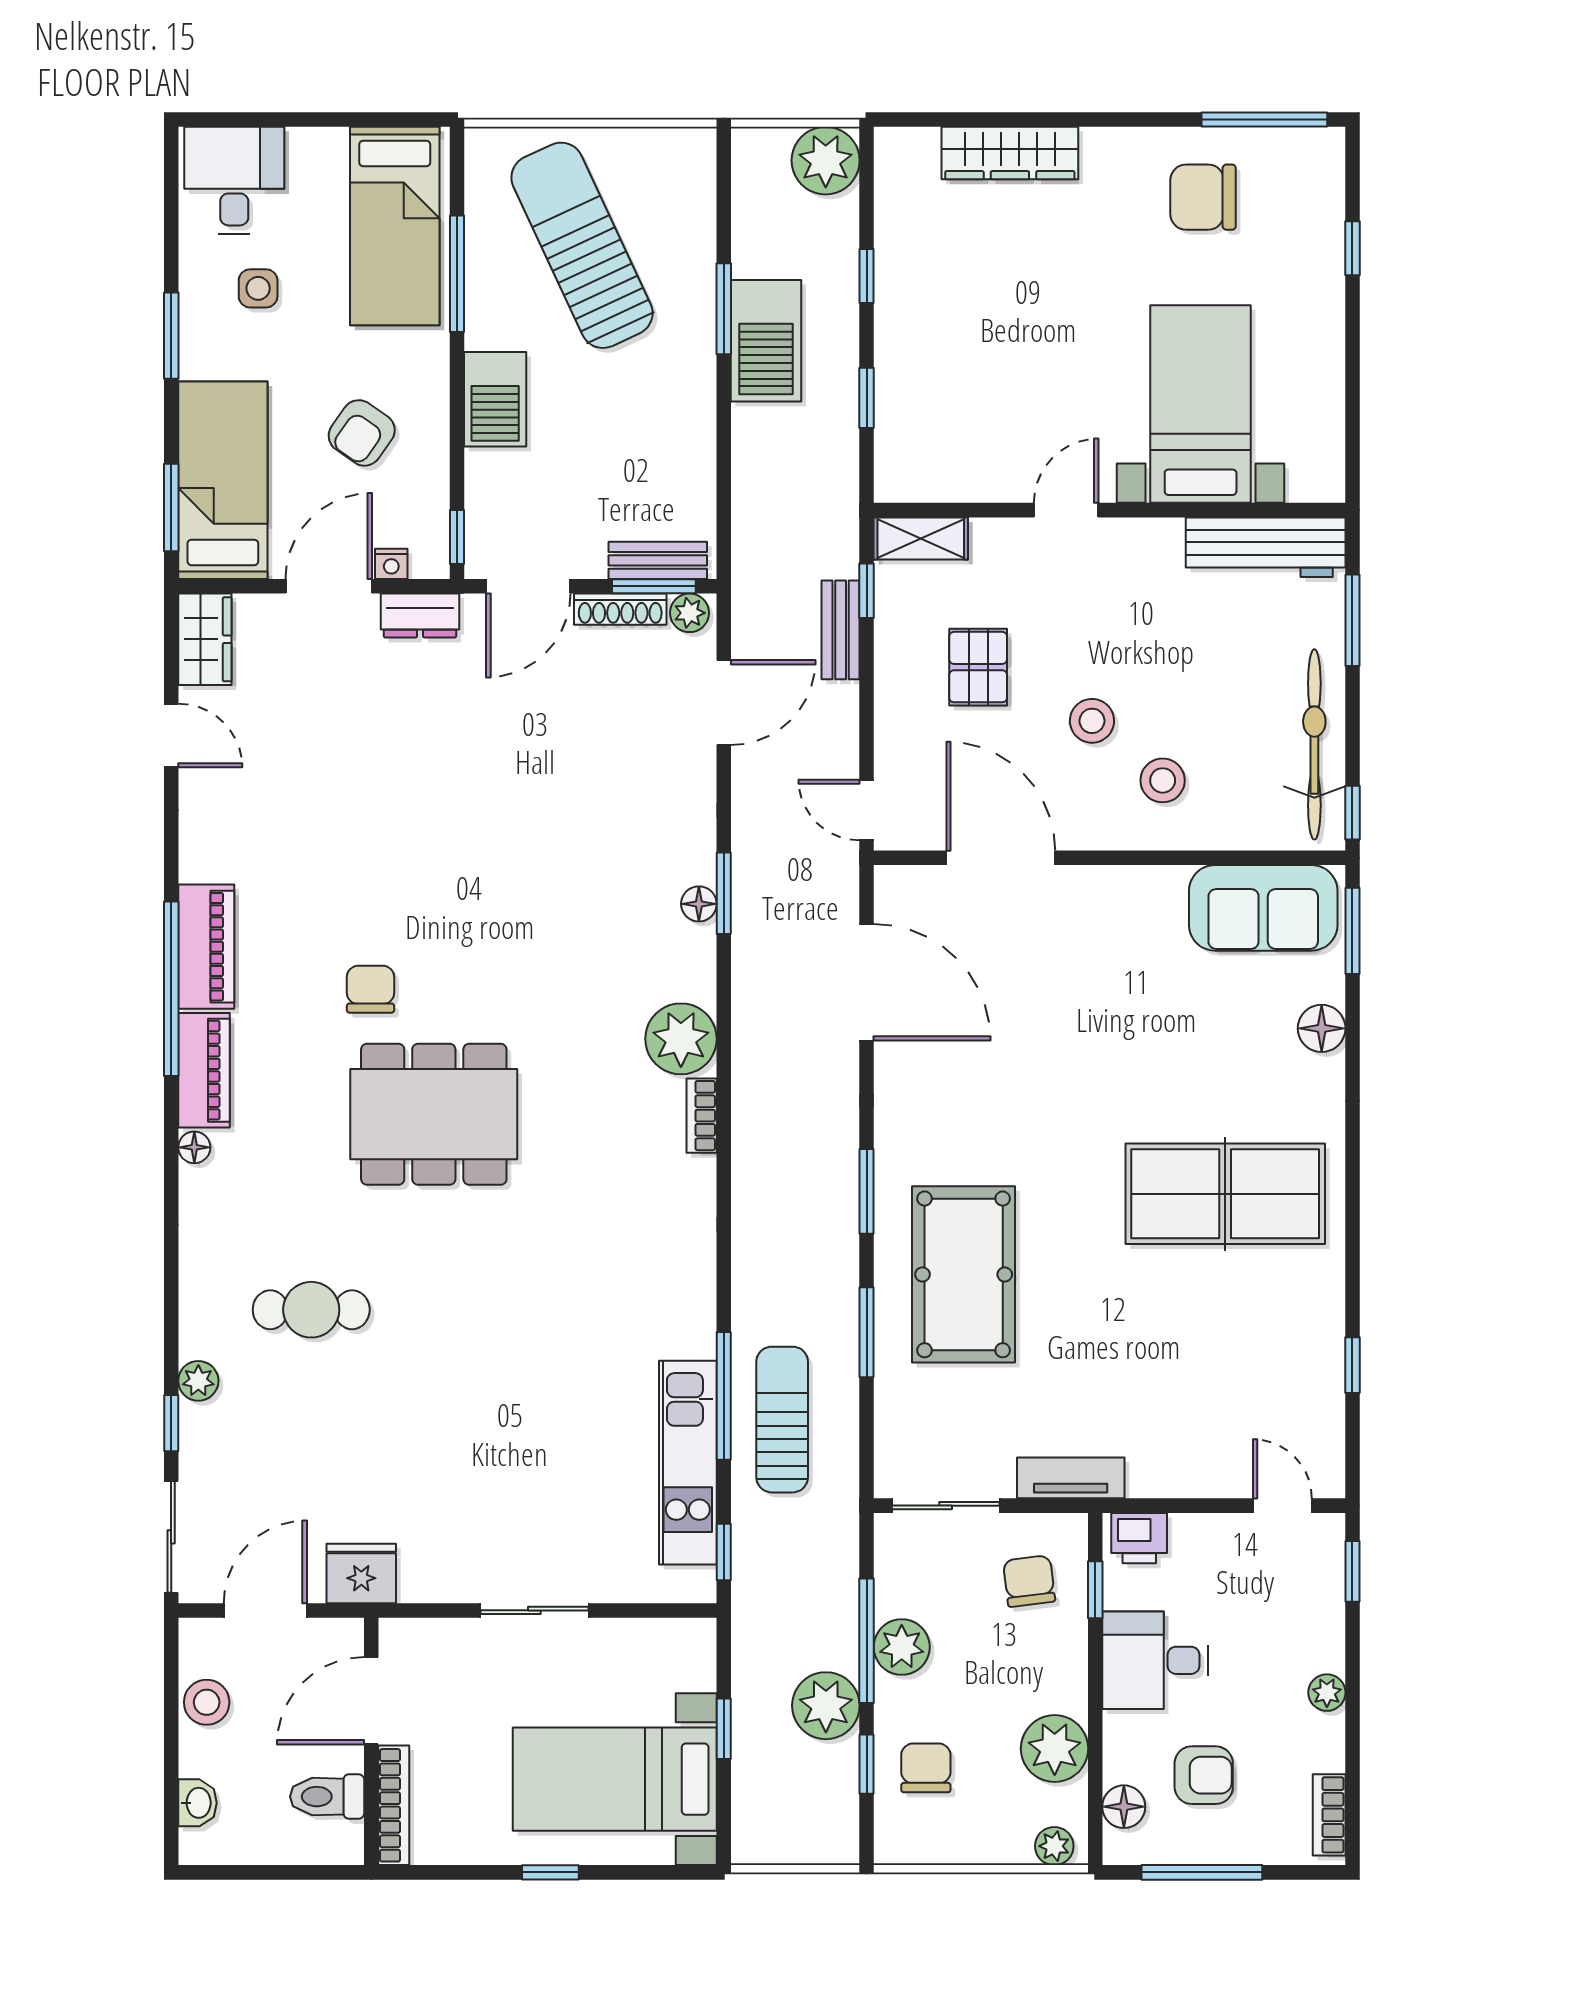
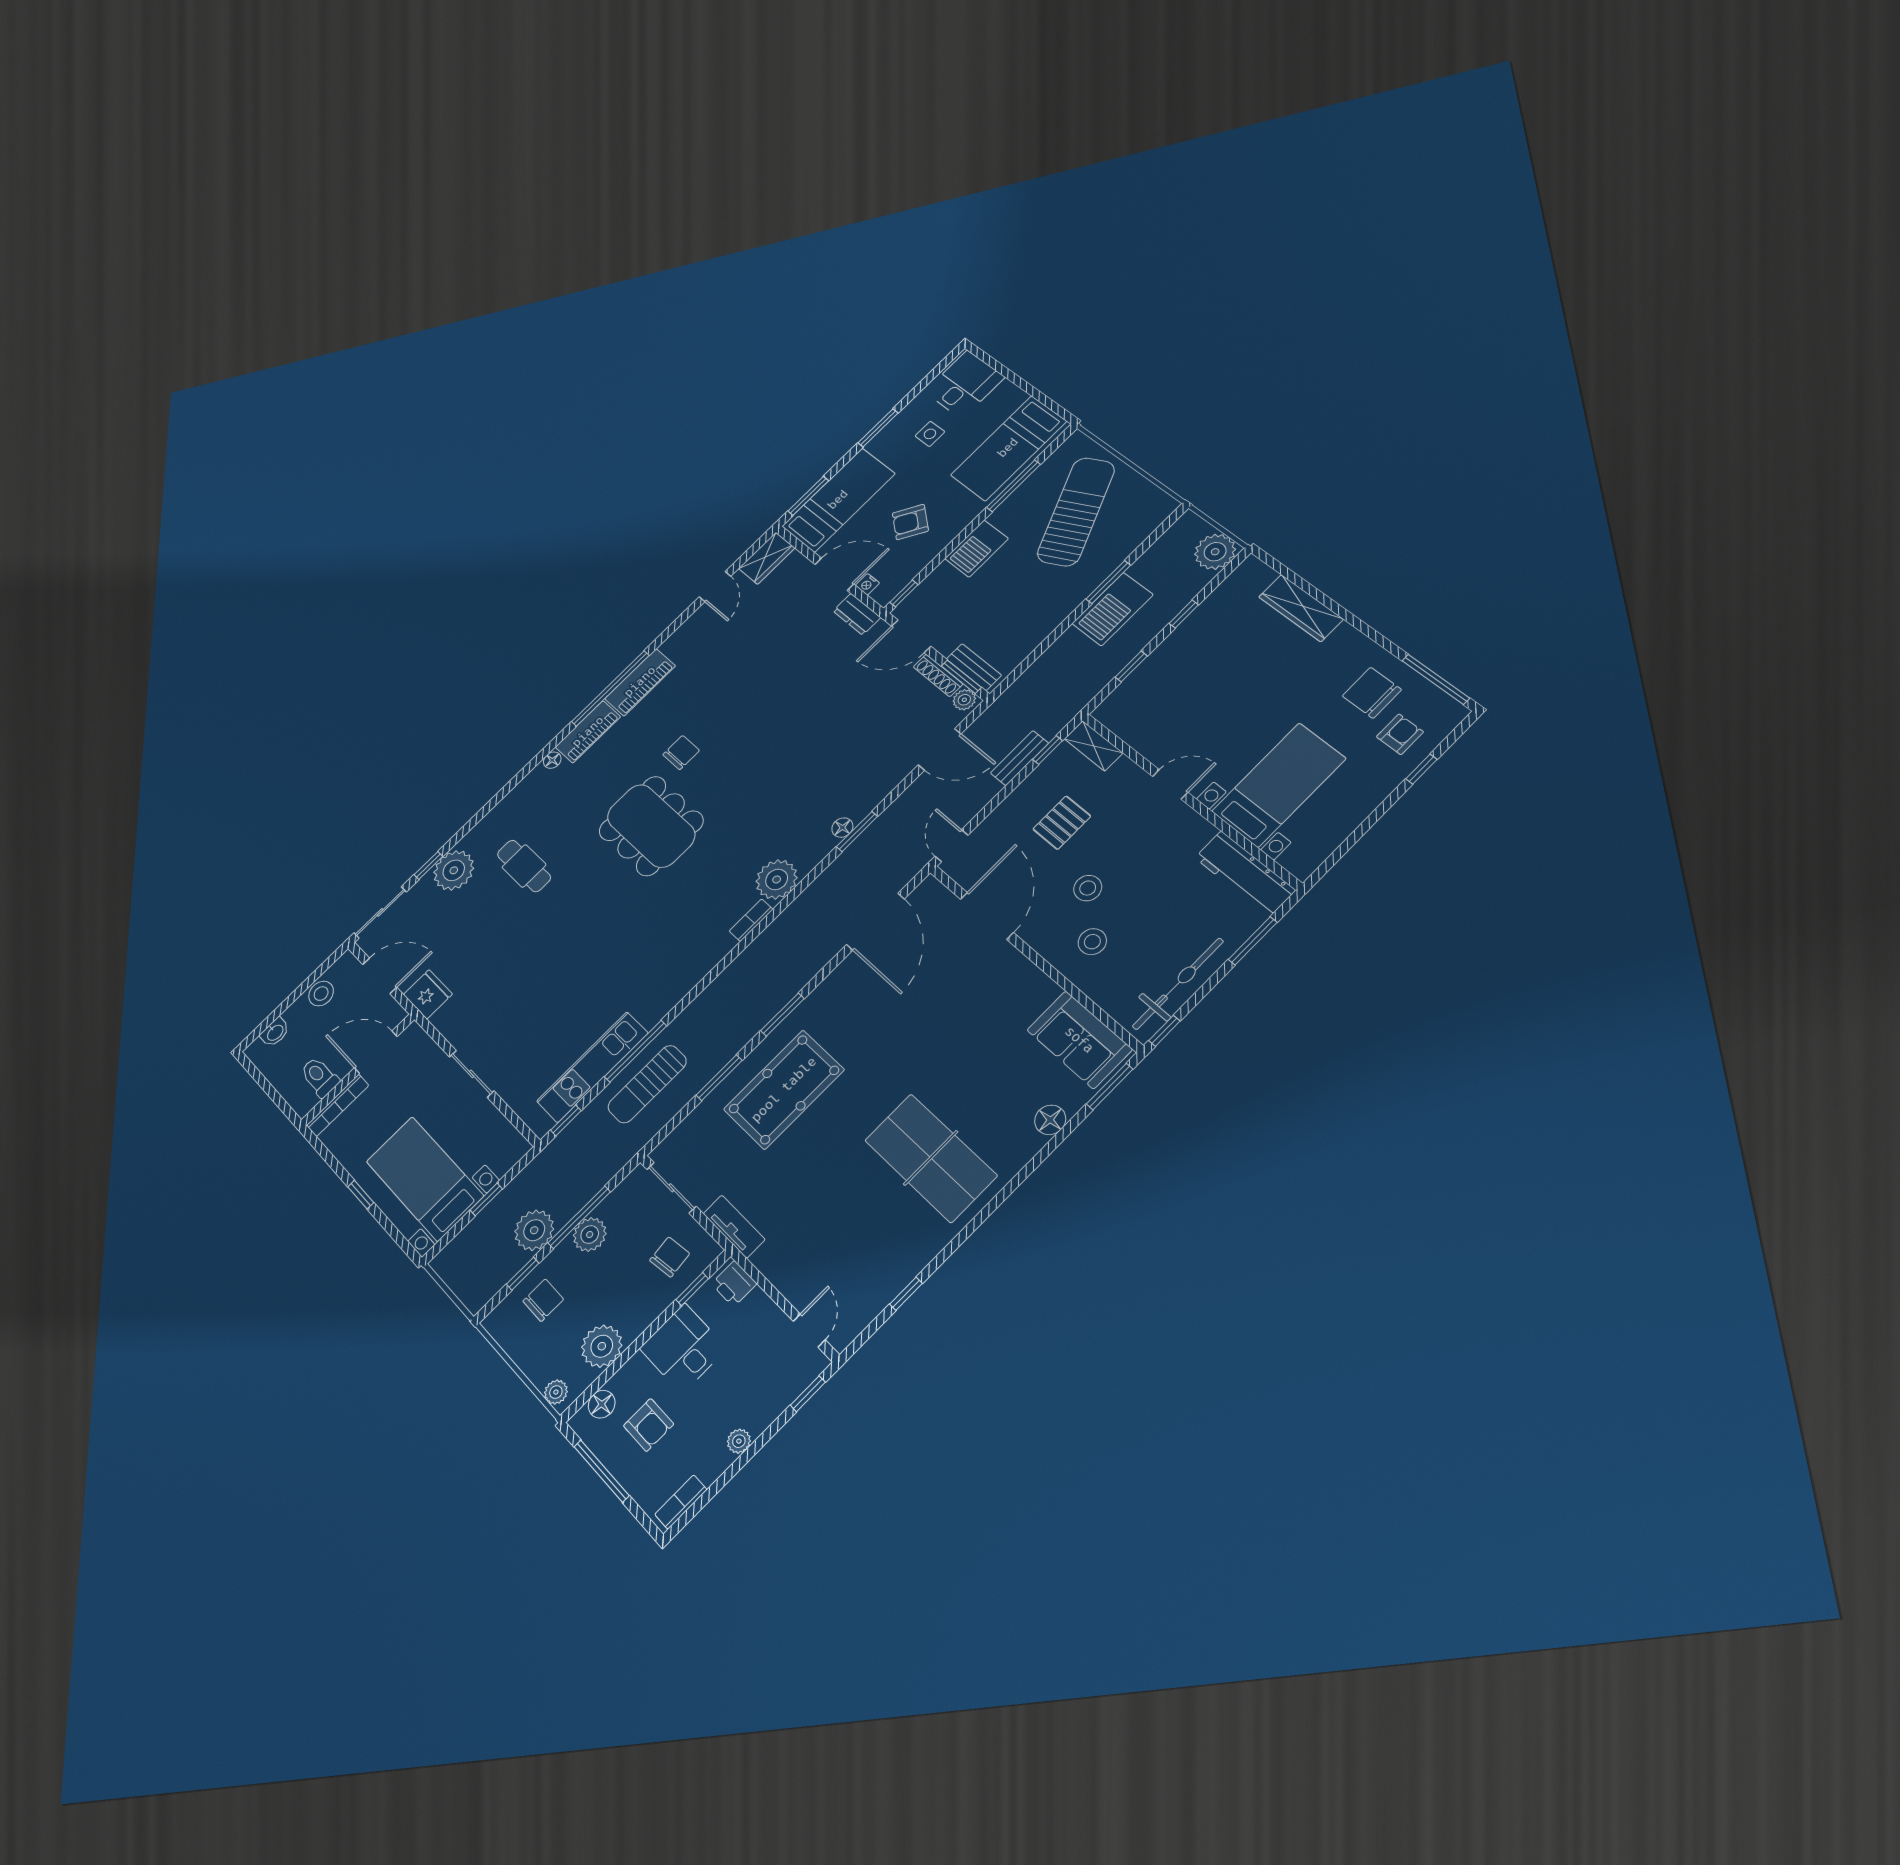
armchair: (1286, 224) -> (1400, 734), added
plant: (198, 1381) -> (454, 870), width x1.88, depth x1.88
sun lounger: (782, 1420) -> (647, 1084), turned 180

